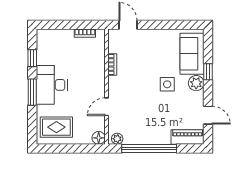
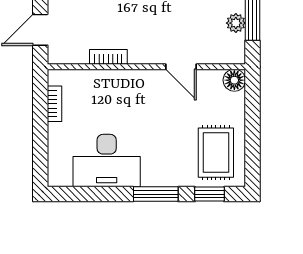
window: (32, 58) -> (209, 194), moved
desk: (52, 85) -> (107, 161), moved
plant: (117, 139) -> (236, 23), moved

